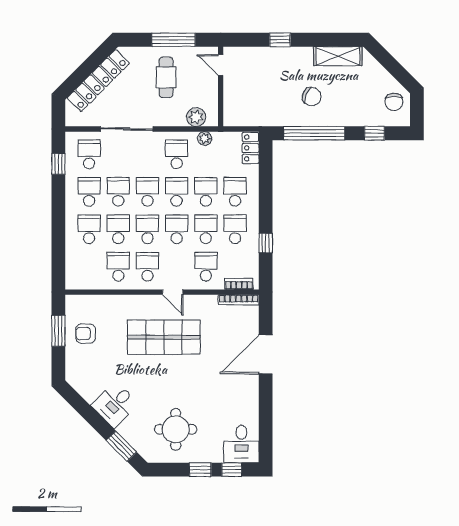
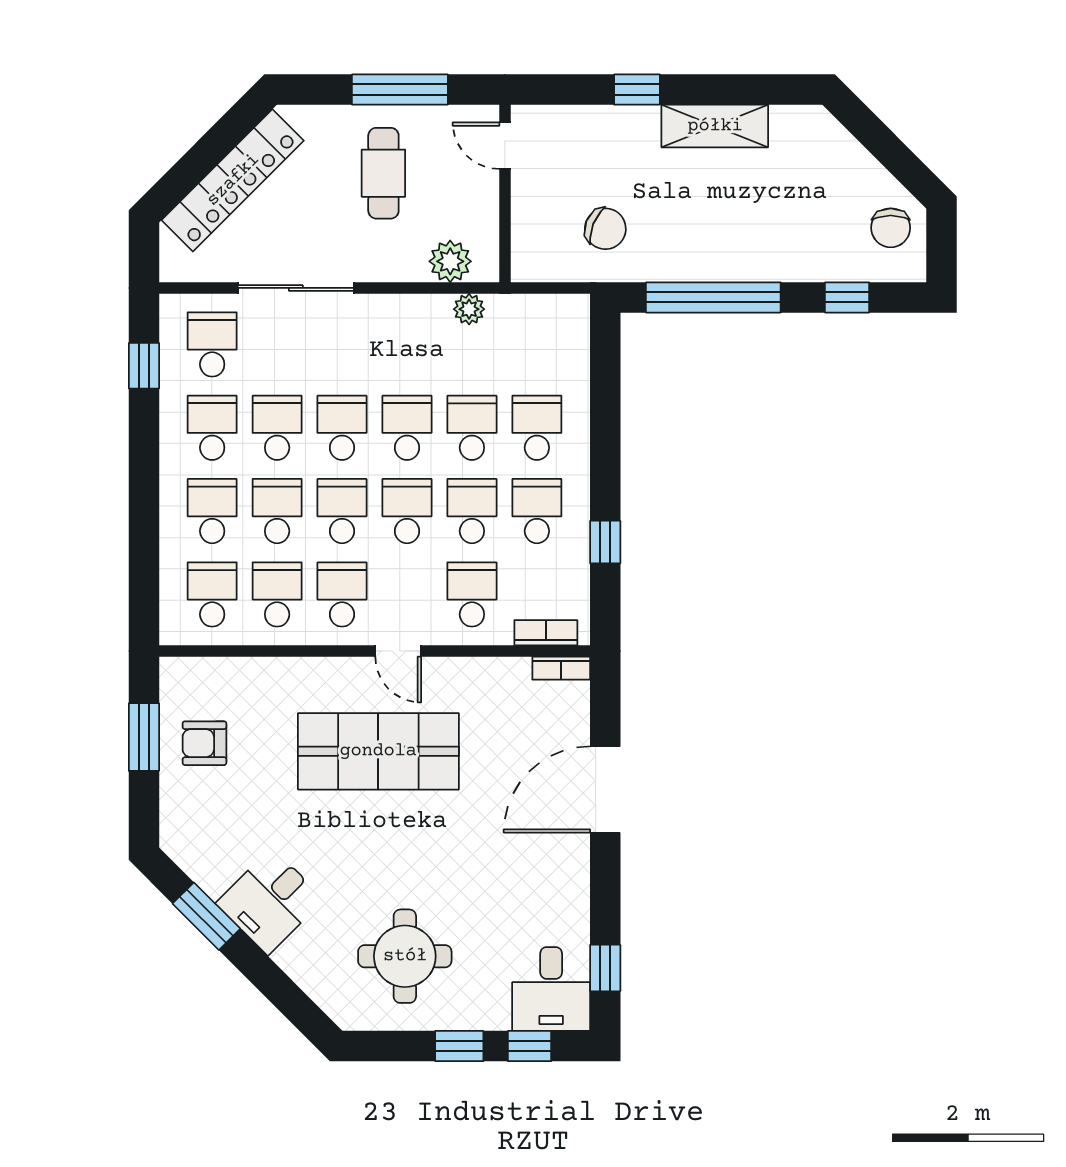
shelving: (338, 56) -> (715, 126), moved
chair: (312, 97) -> (605, 229), moved
locker: (251, 148) -> (571, 330), removed
school desk: (177, 154) -> (212, 594), moved
bookcase: (239, 300) -> (561, 668), width x0.64
window: (266, 435) -> (605, 968), added
window: (121, 446) -> (206, 916), moved

